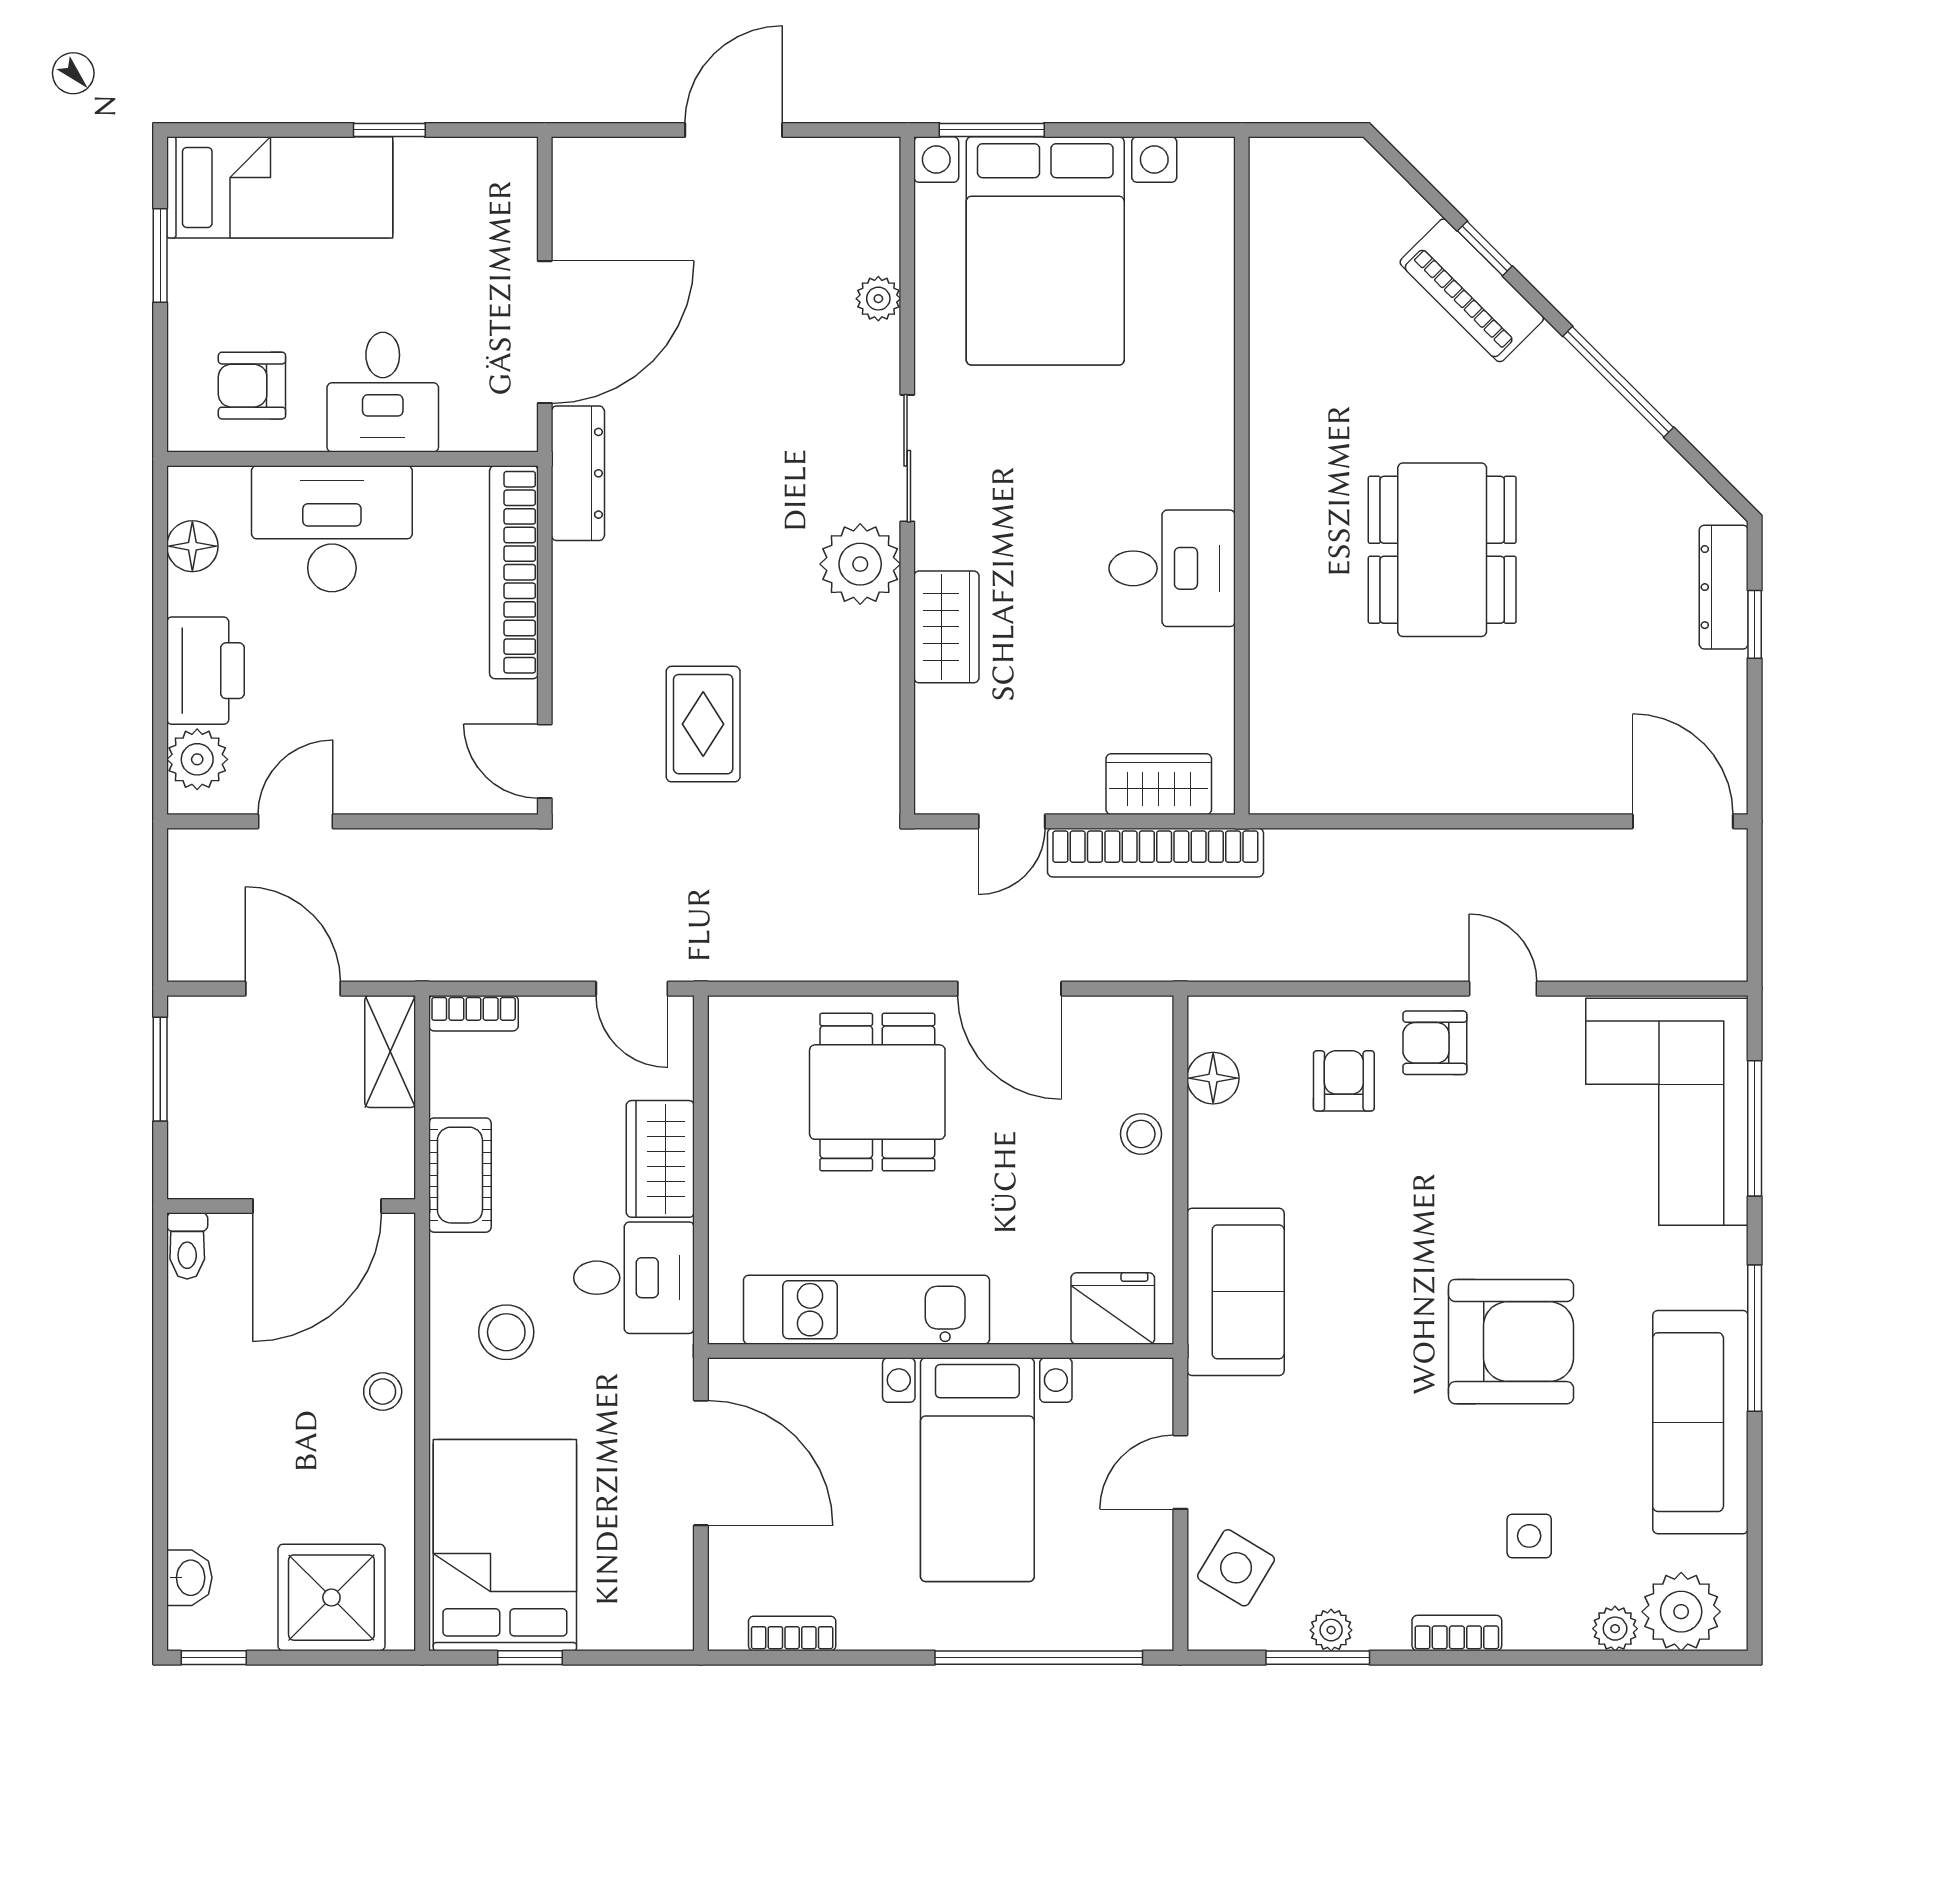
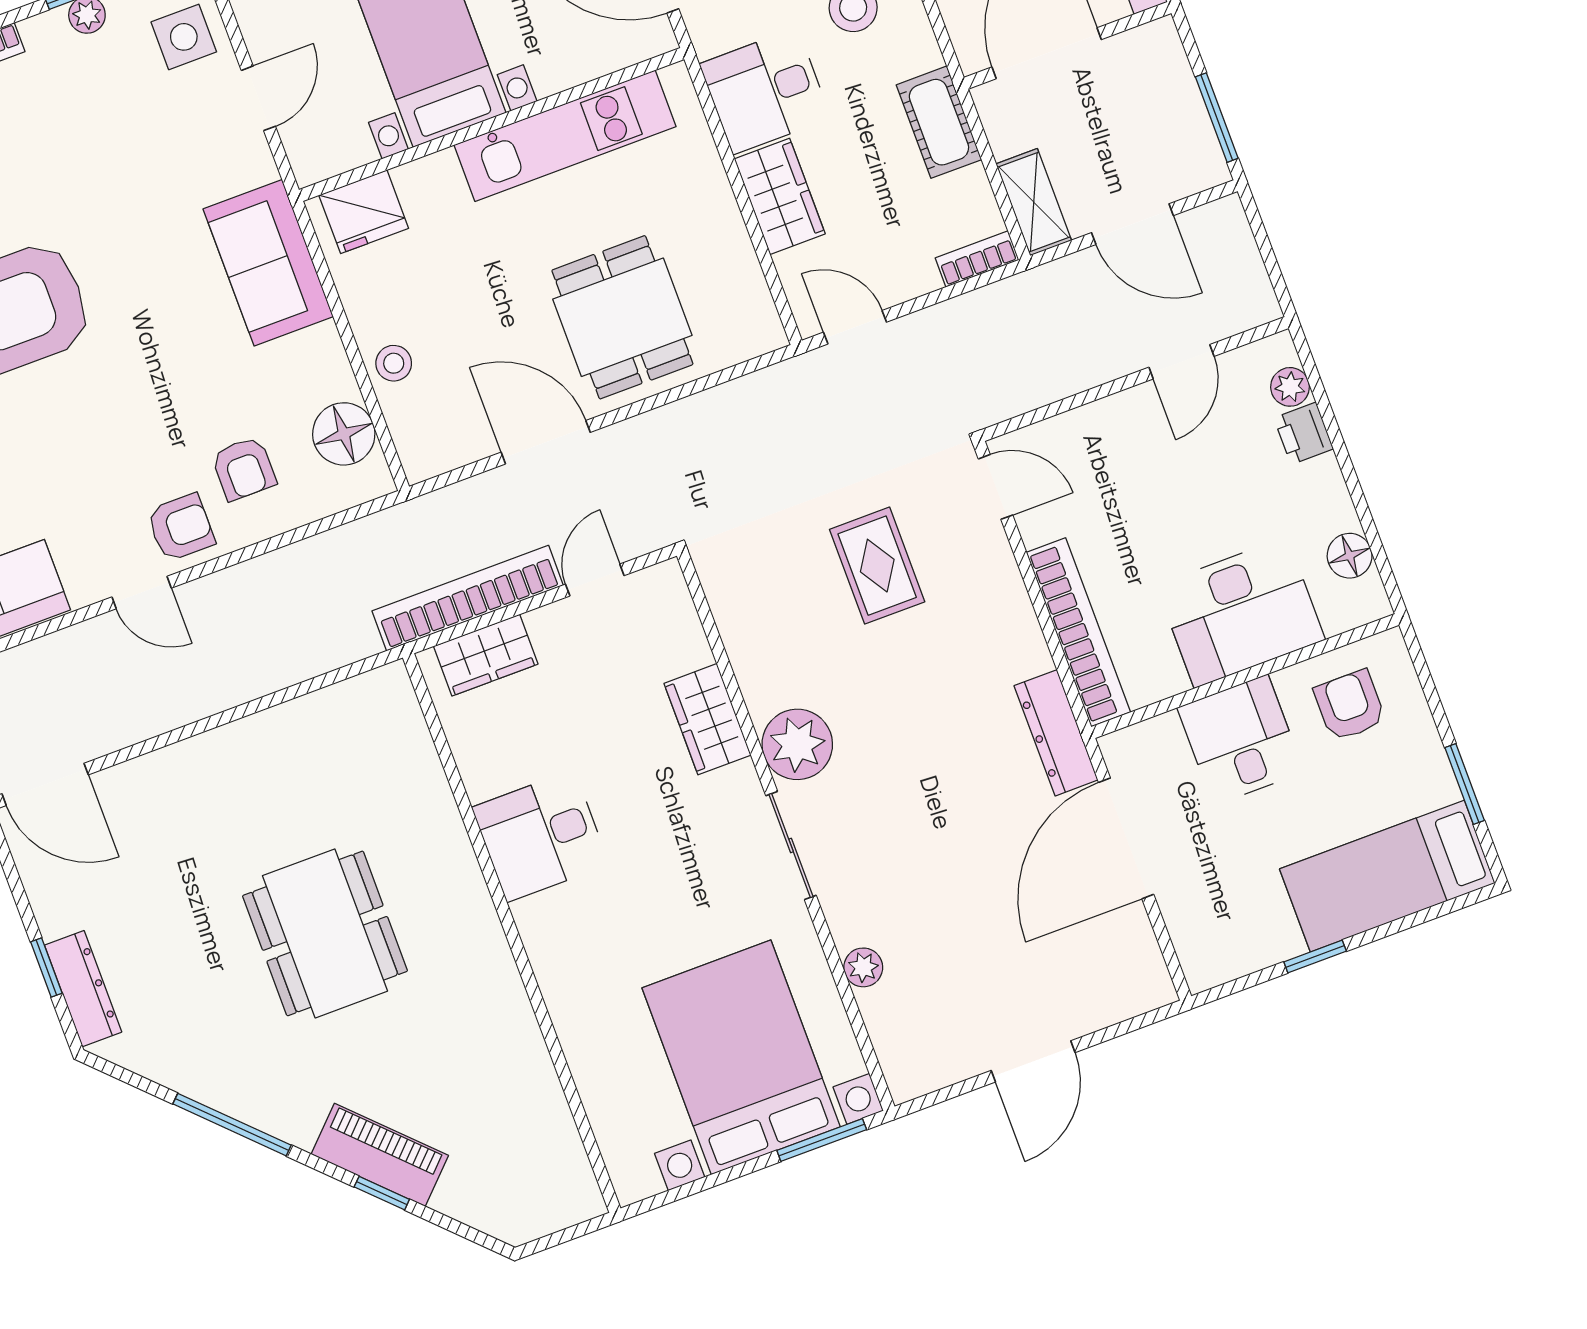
armchair: (252, 386) -> (1350, 705), turned -90
printer: (205, 671) -> (1304, 433), width x0.53, depth x0.68
plant: (197, 759) -> (1290, 387), width x0.73, depth x0.73
floor lamp: (1213, 1078) -> (344, 434), width x1.38, depth x1.38
side table: (1236, 1568) -> (184, 37), turned -31

